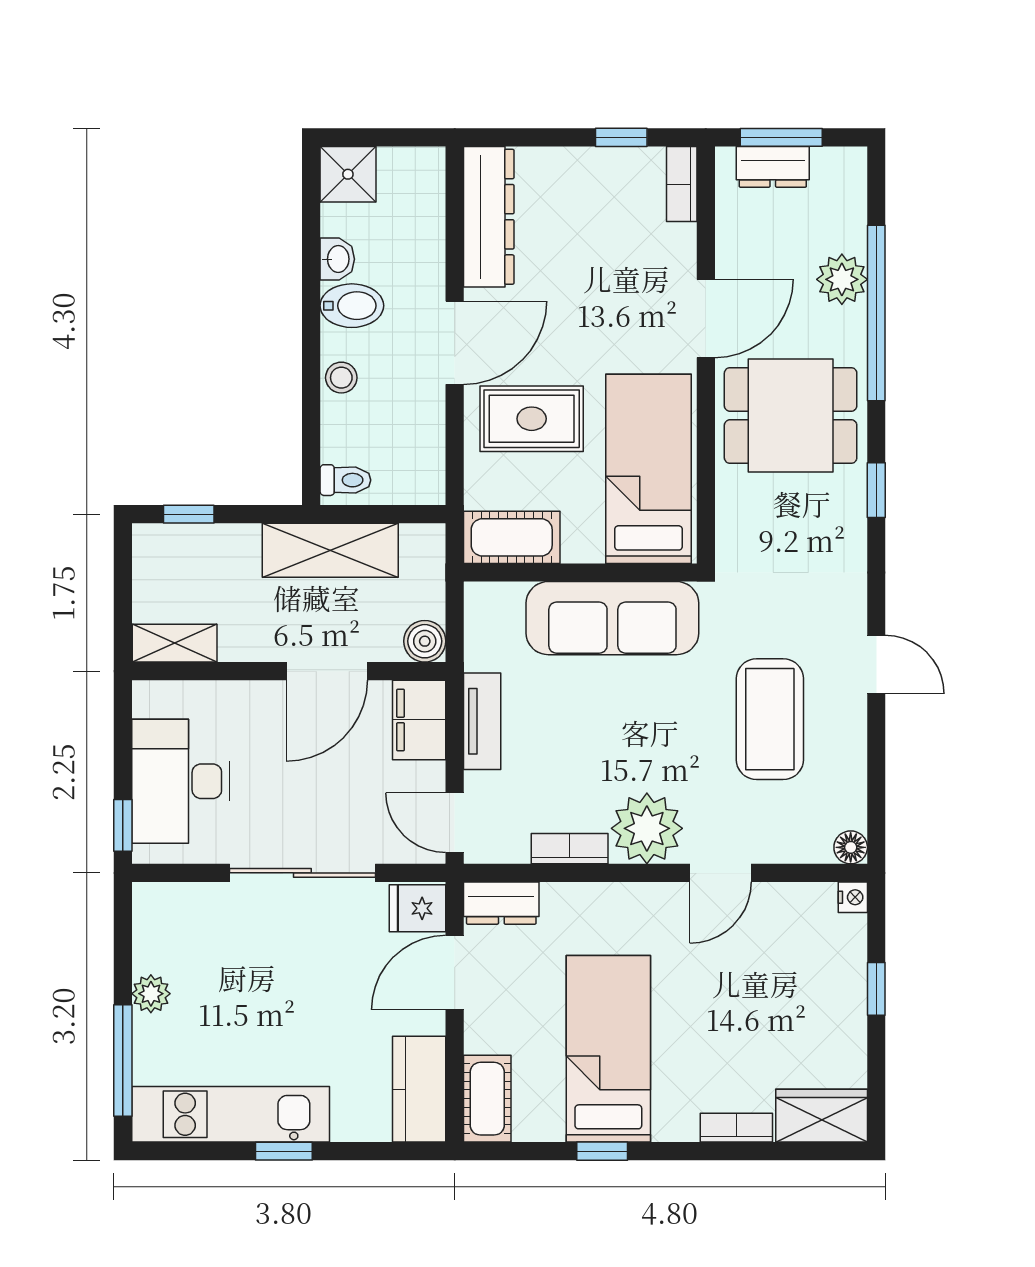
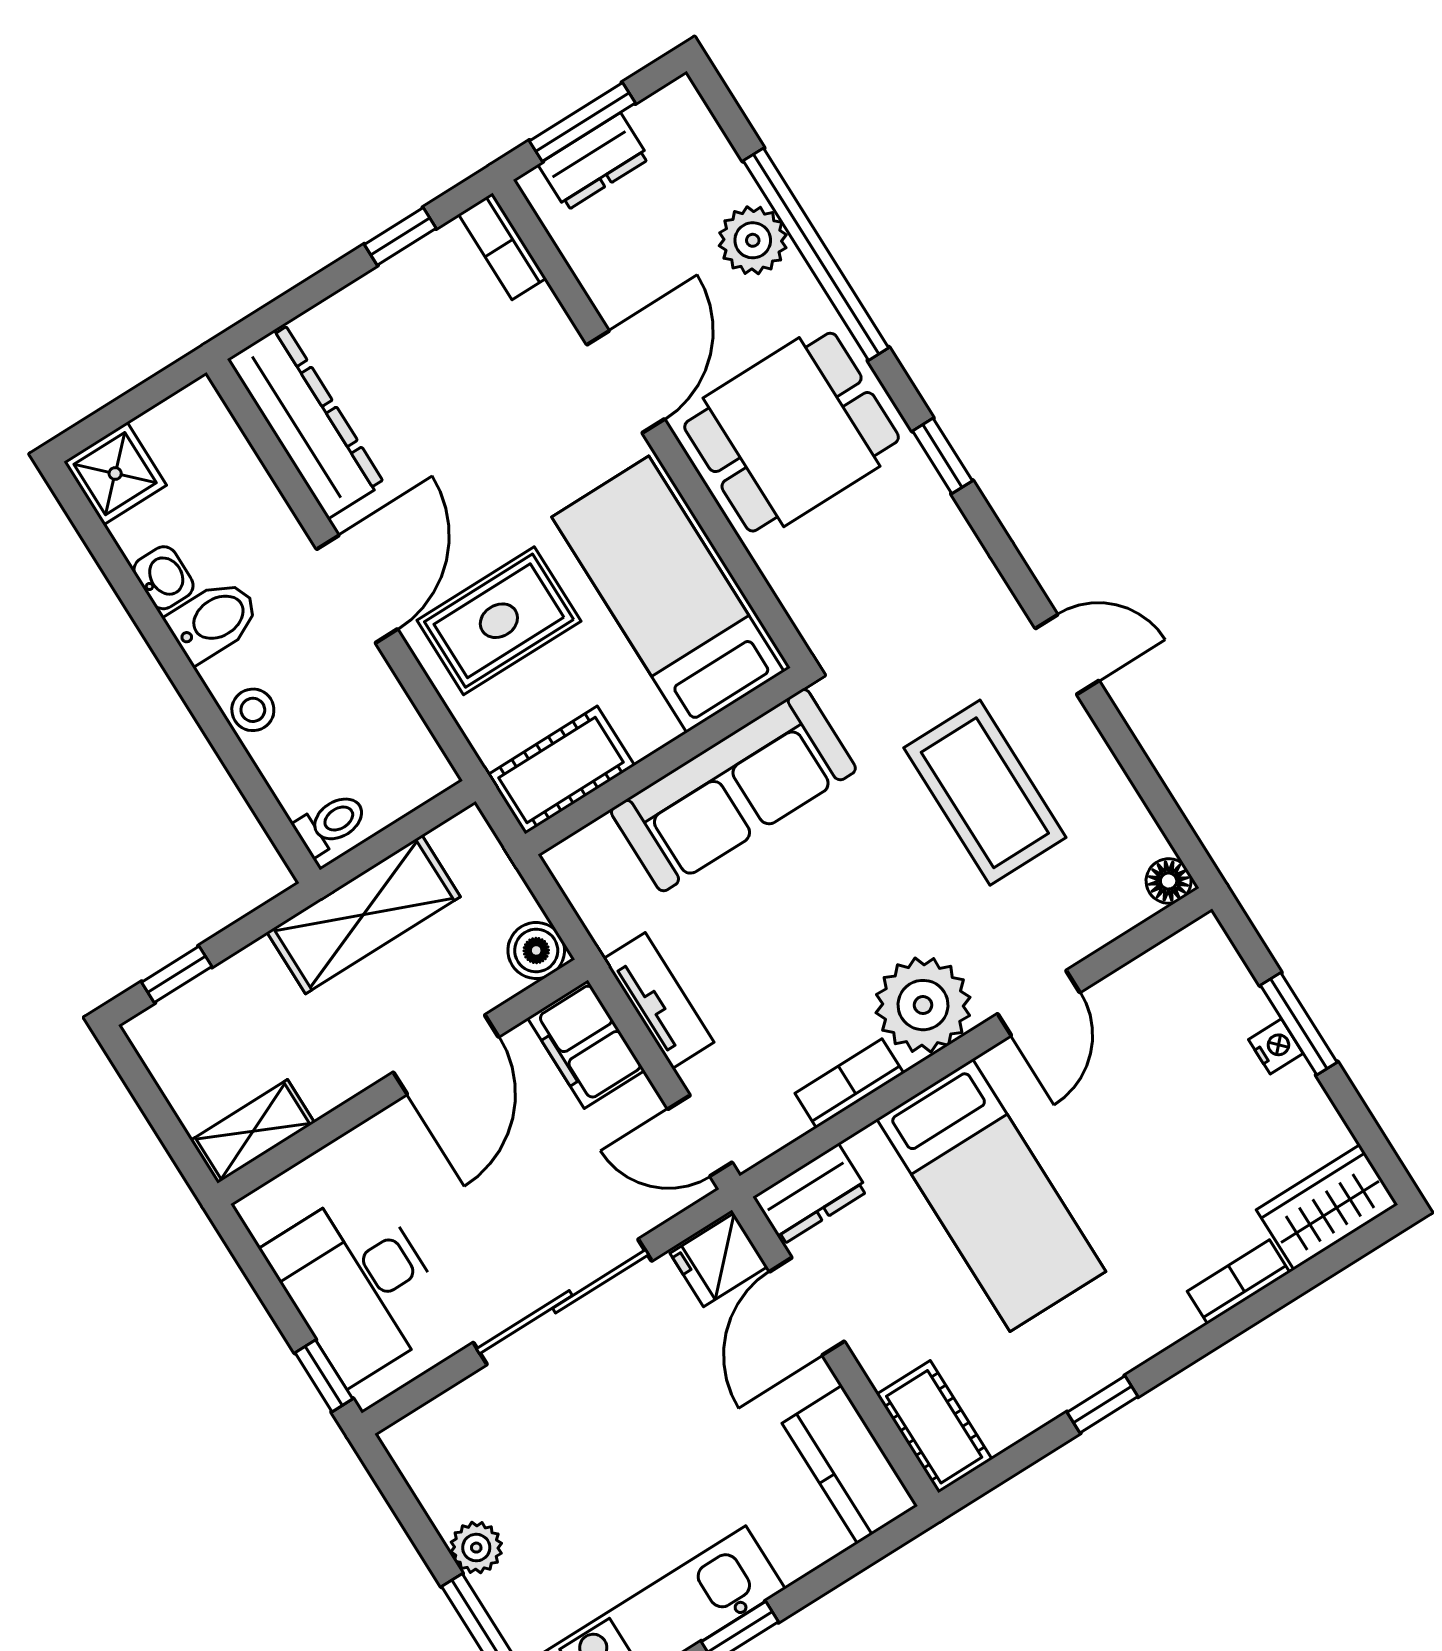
nightstand: (853, 897) -> (1276, 1046), moved
window: (876, 989) -> (1299, 1024), width x1.50
bed: (608, 1049) -> (991, 1195), moved, turned 180

